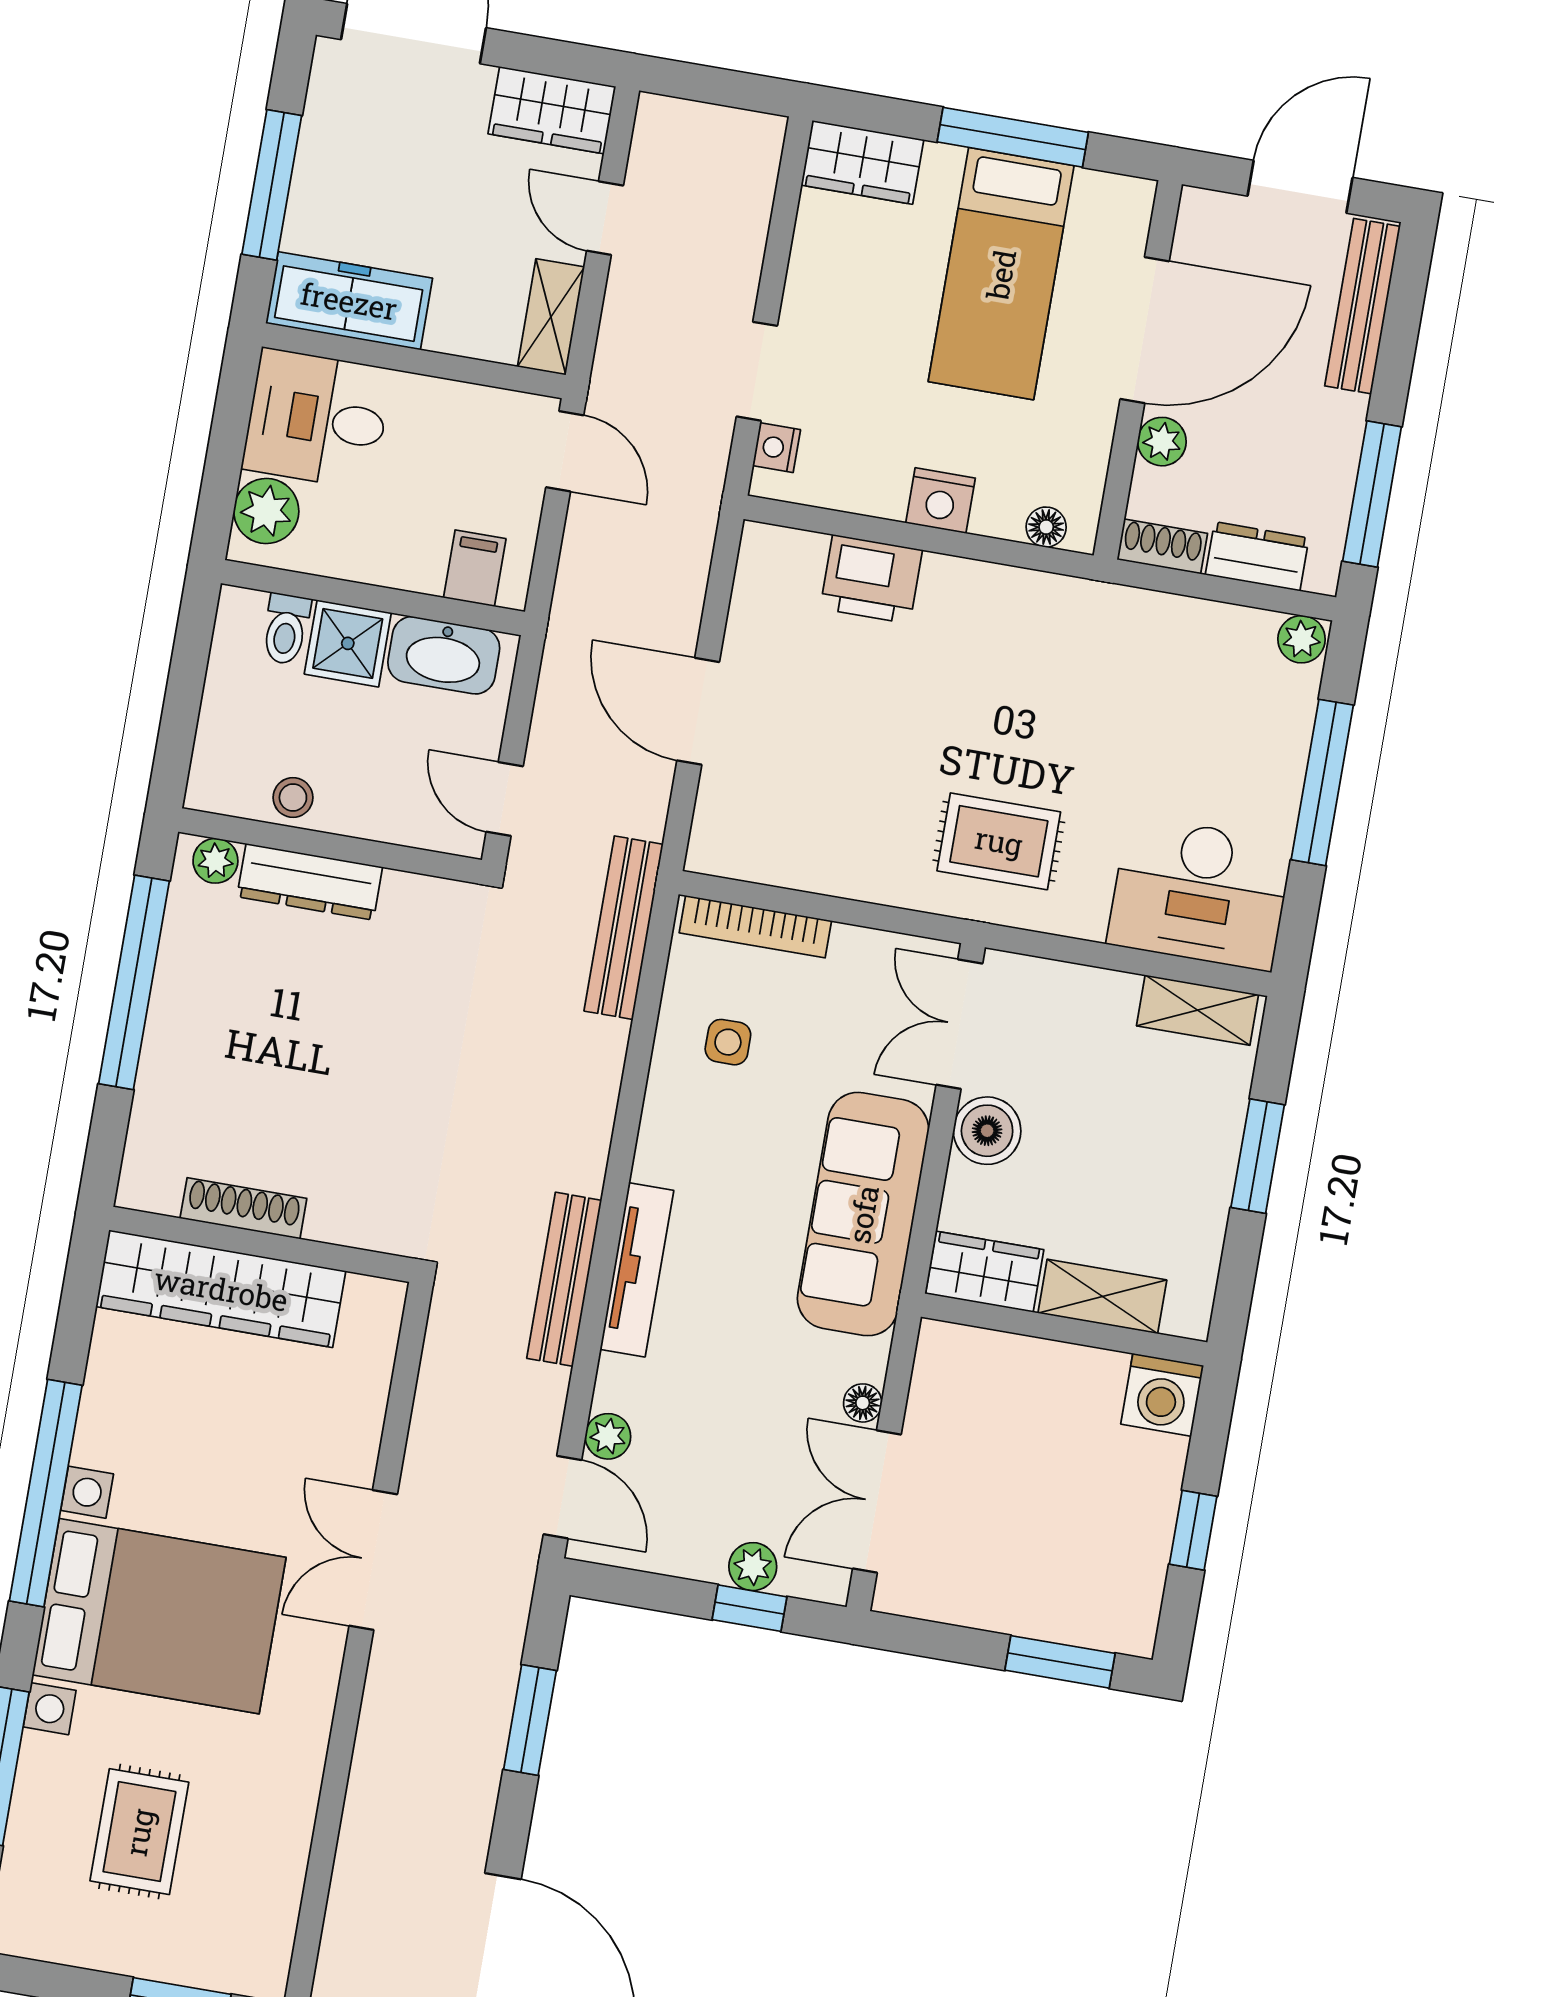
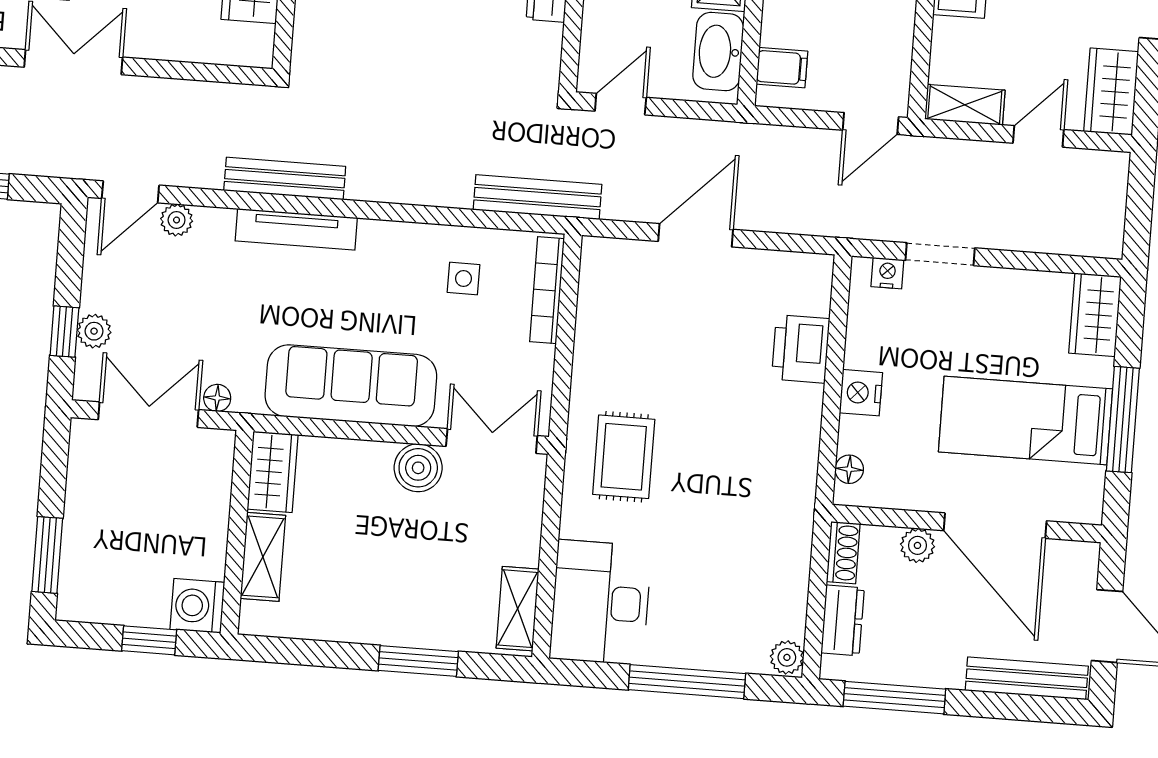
wardrobe: (985, 1272) -> (273, 472), moved
shelving: (1102, 1296) -> (263, 557), moved
wall: (1064, 1330) -> (237, 532), moved
washing machine: (1162, 1395) -> (197, 606), moved

